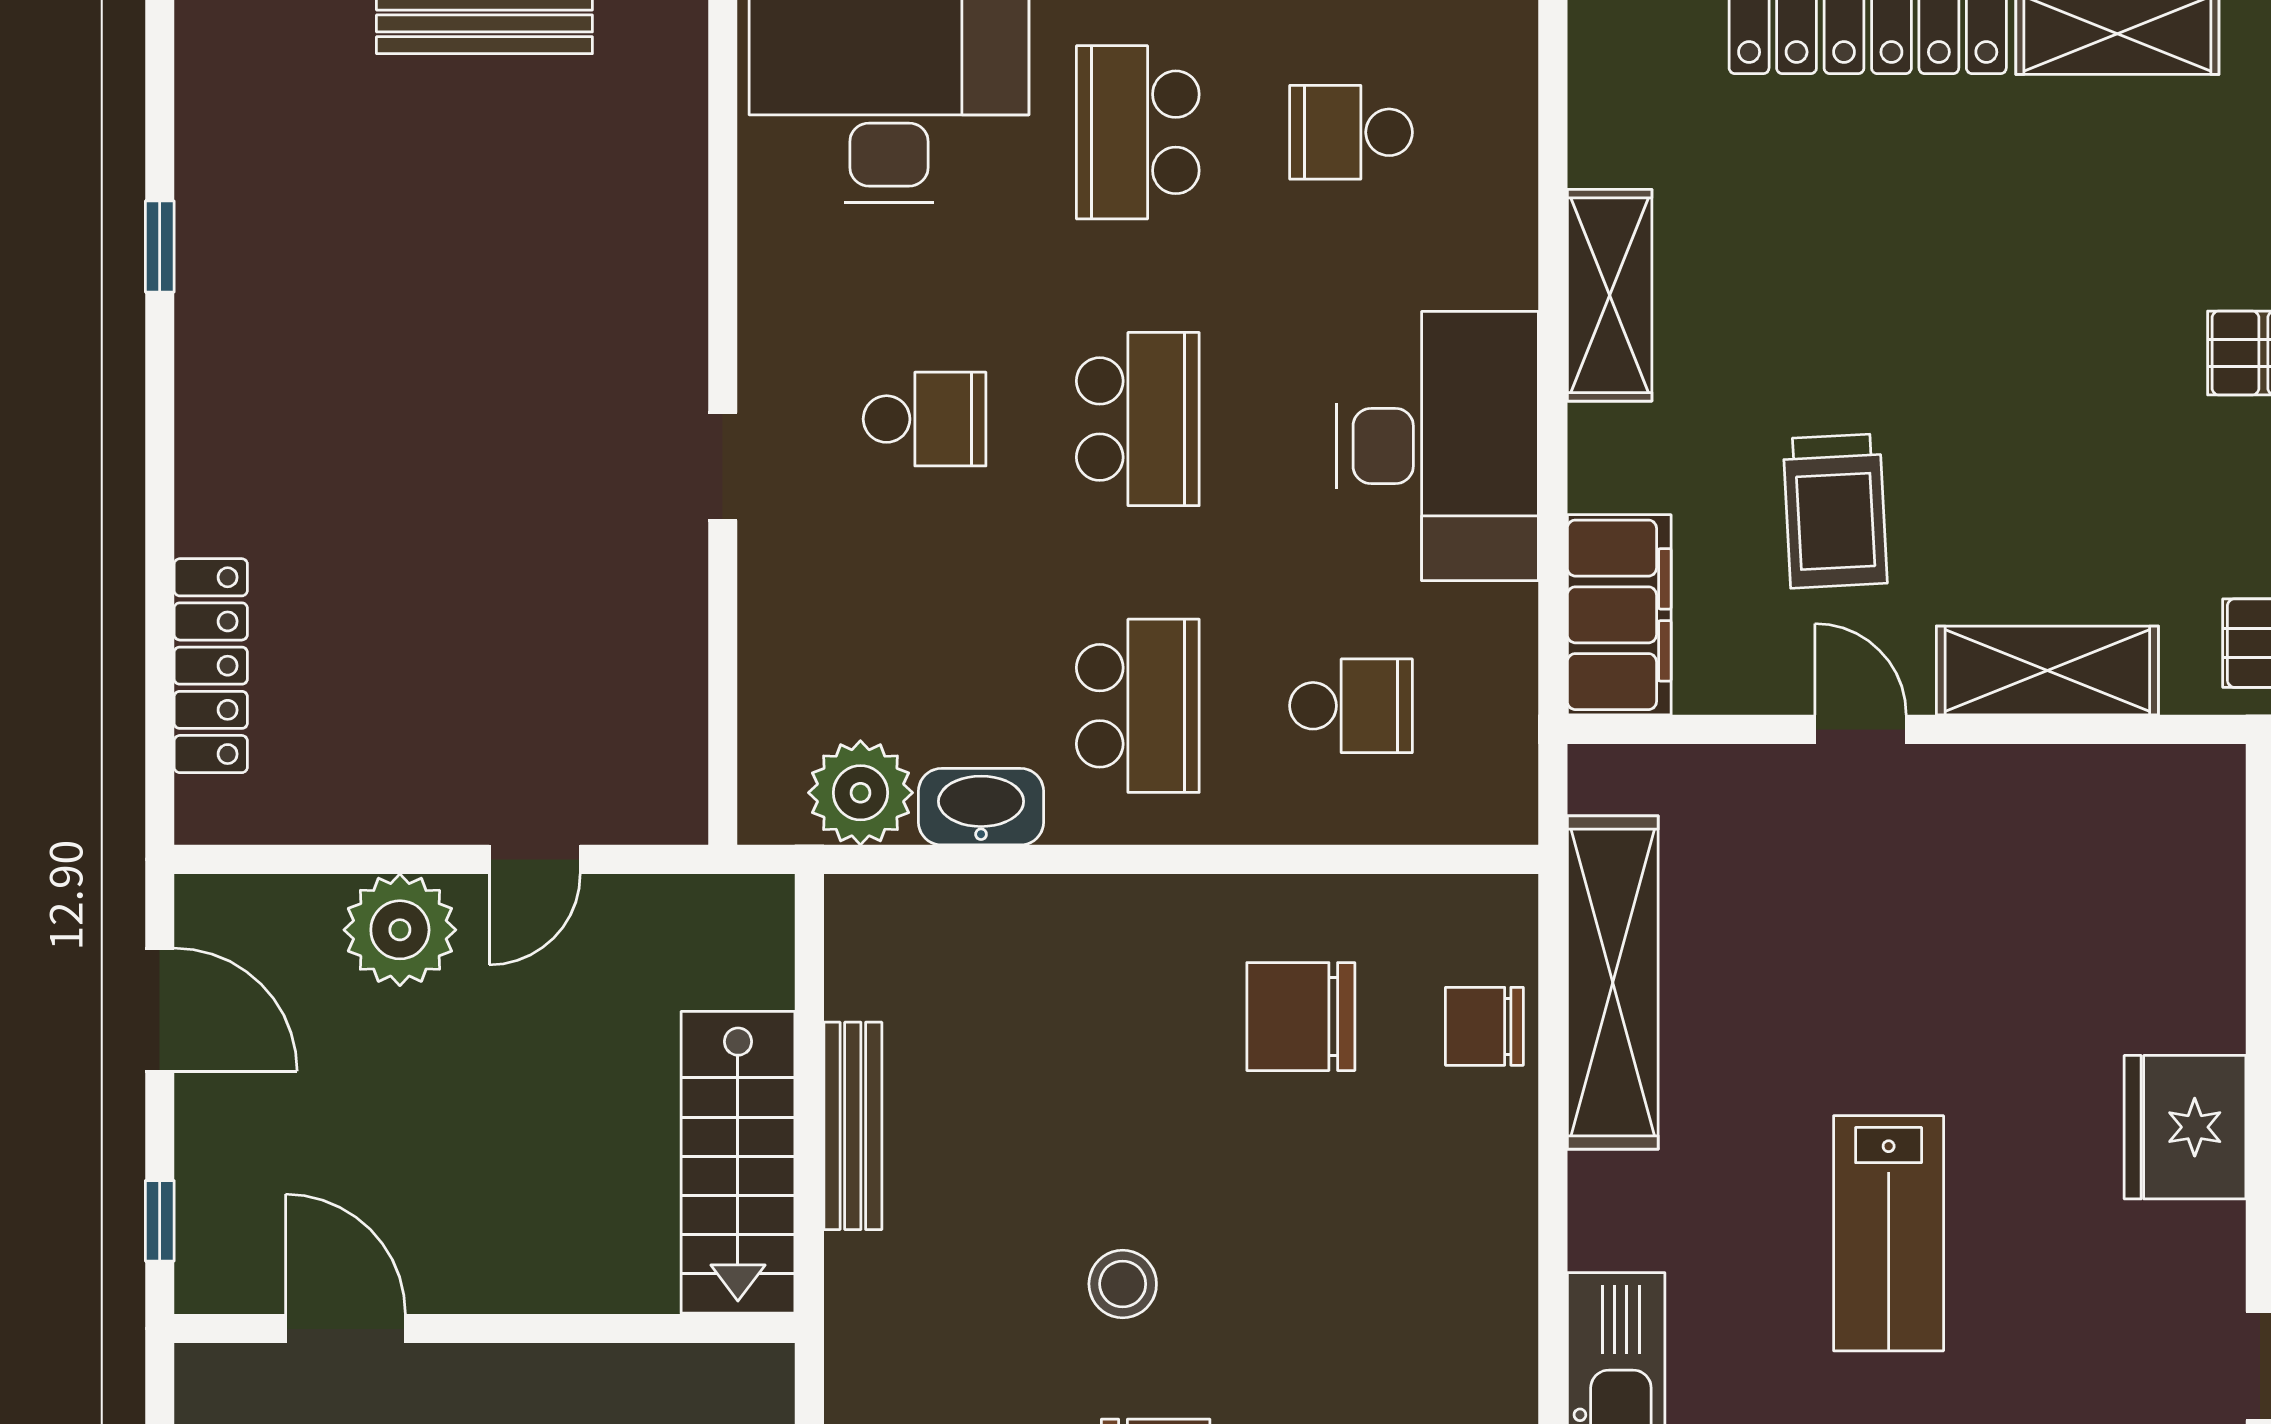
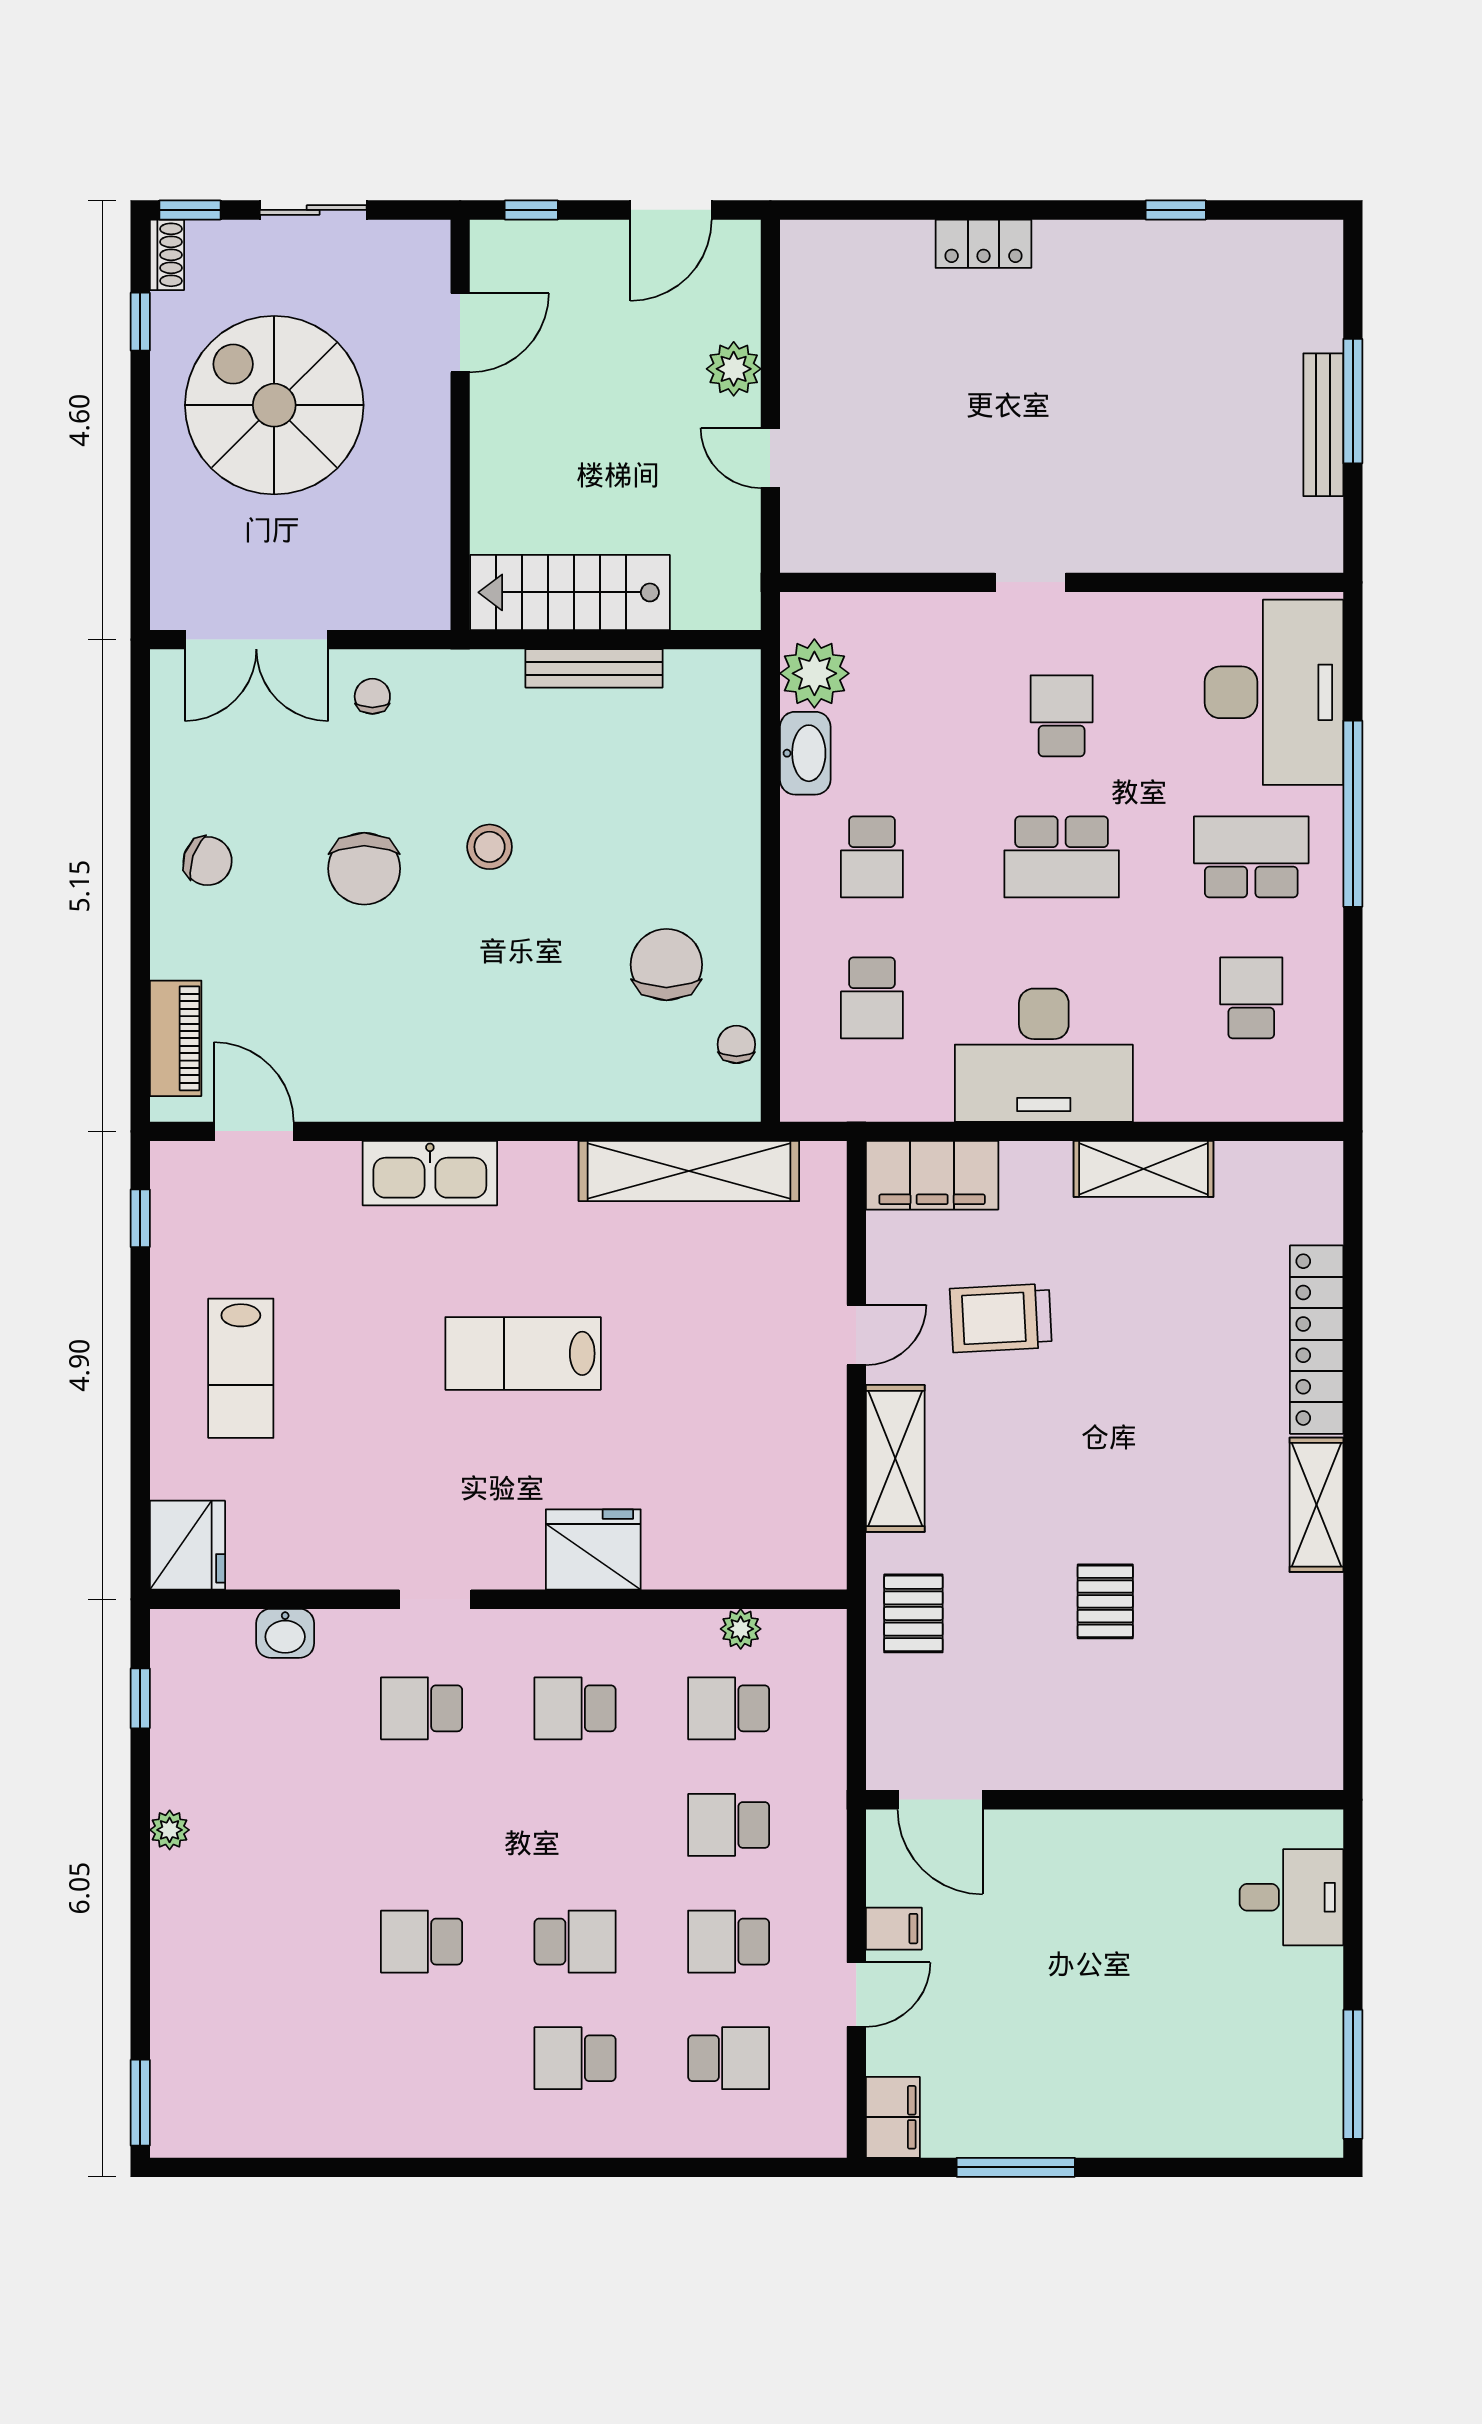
school desk: (925, 419) -> (1062, 716), turned 180
locker: (211, 666) -> (983, 244), moved, width x0.66
school desk: (1138, 706) -> (872, 857), width x0.54
plant: (400, 930) -> (734, 369), width x0.73, depth x0.73
chair: (1484, 1026) -> (736, 1044), moved, width x0.73, depth x0.73

